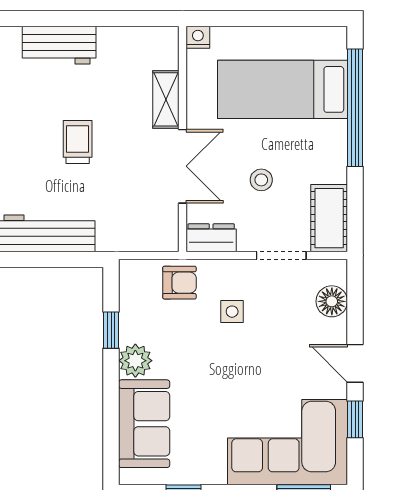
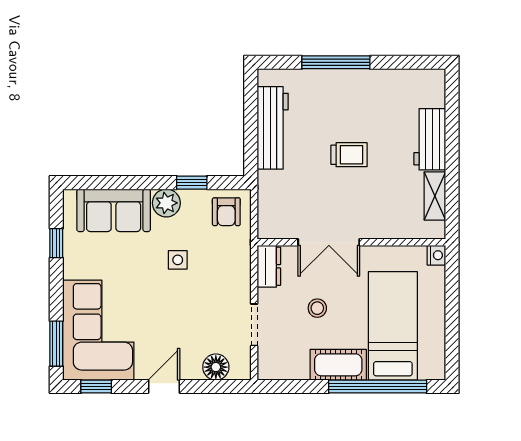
shelving: (166, 99) -> (435, 196), moved, turned 90
cot: (329, 218) -> (338, 365), moved
armchair: (179, 283) -> (226, 212), moved
side table: (232, 312) -> (178, 260), moved
window: (355, 419) -> (96, 387), moved

